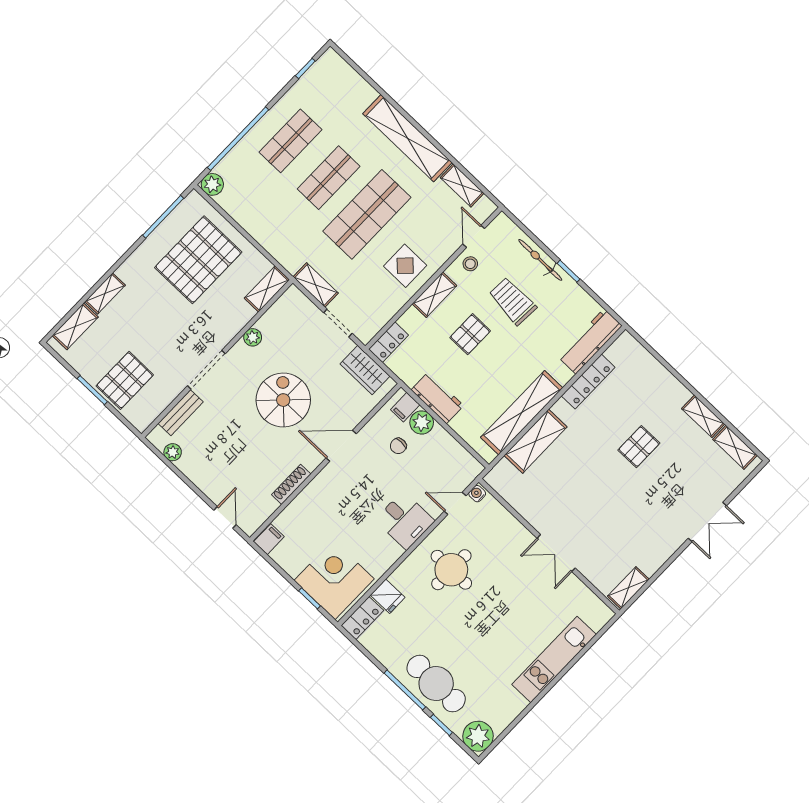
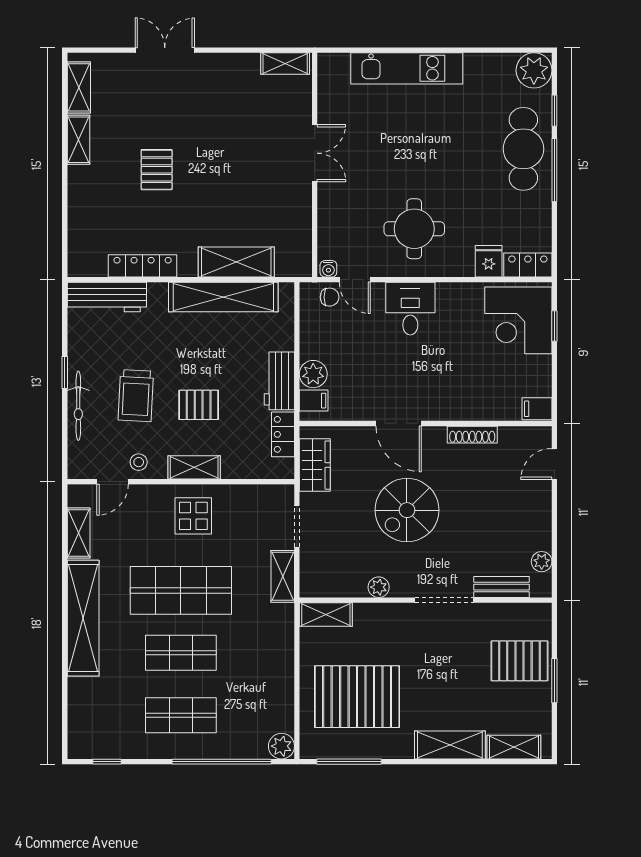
shelving: (105, 293) -> (450, 745), width x1.50, depth x1.33
locker: (389, 342) -> (283, 434), moved, turned -90
chair: (398, 446) -> (330, 297), moved
pallet: (639, 447) -> (157, 170), turned 90

